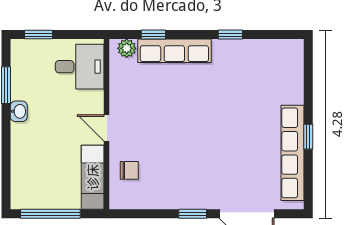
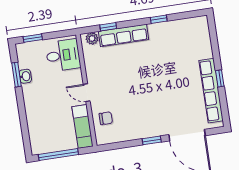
washbasin: (19, 111) -> (25, 76), moved

